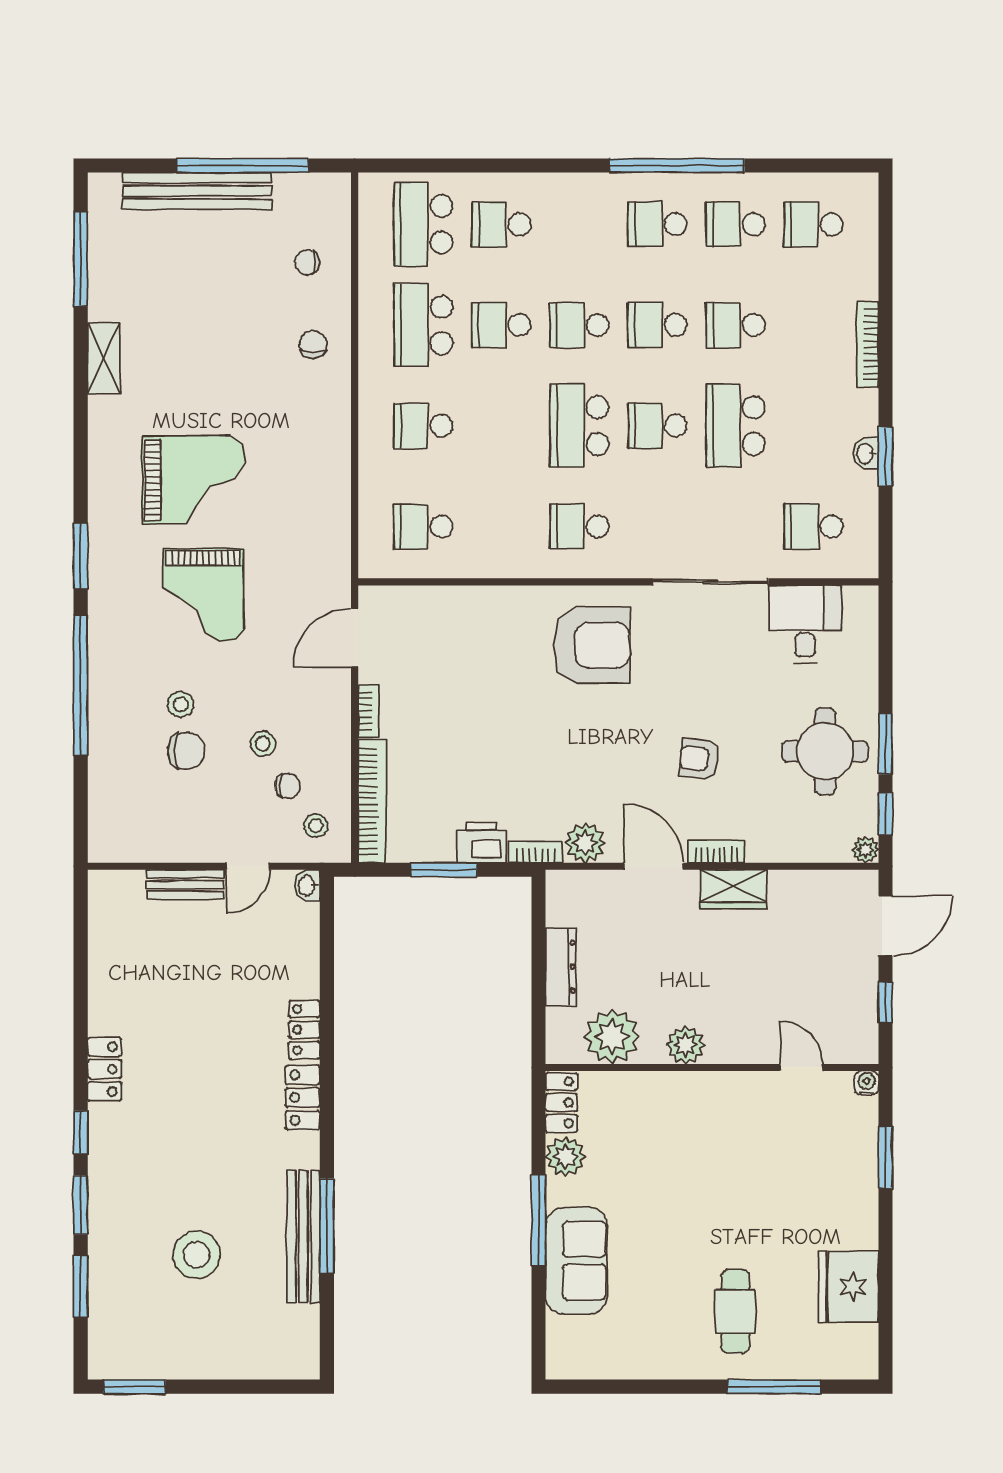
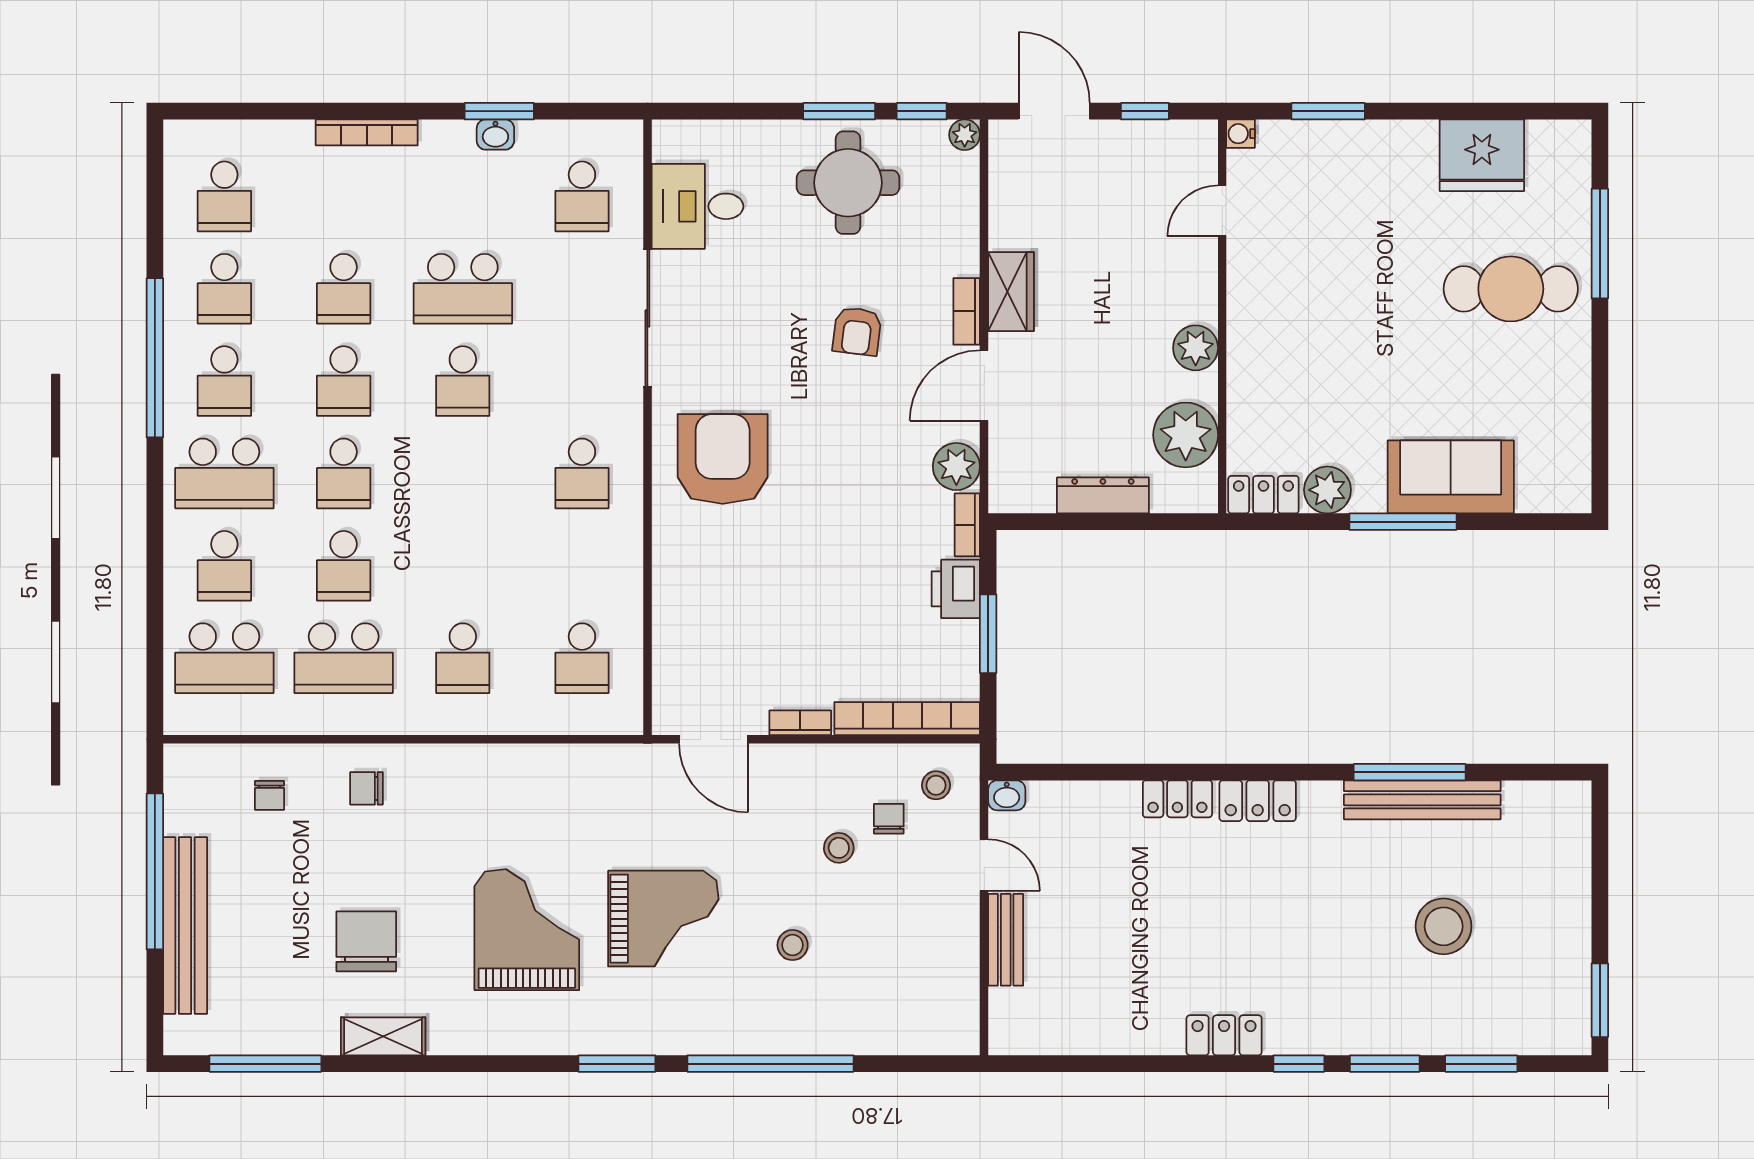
school desk: (579, 426) -> (224, 473), moved
chair: (186, 751) -> (366, 941), moved, width x1.37, depth x1.37
cafe table: (735, 1311) -> (1511, 289), width x1.37, depth x1.35

